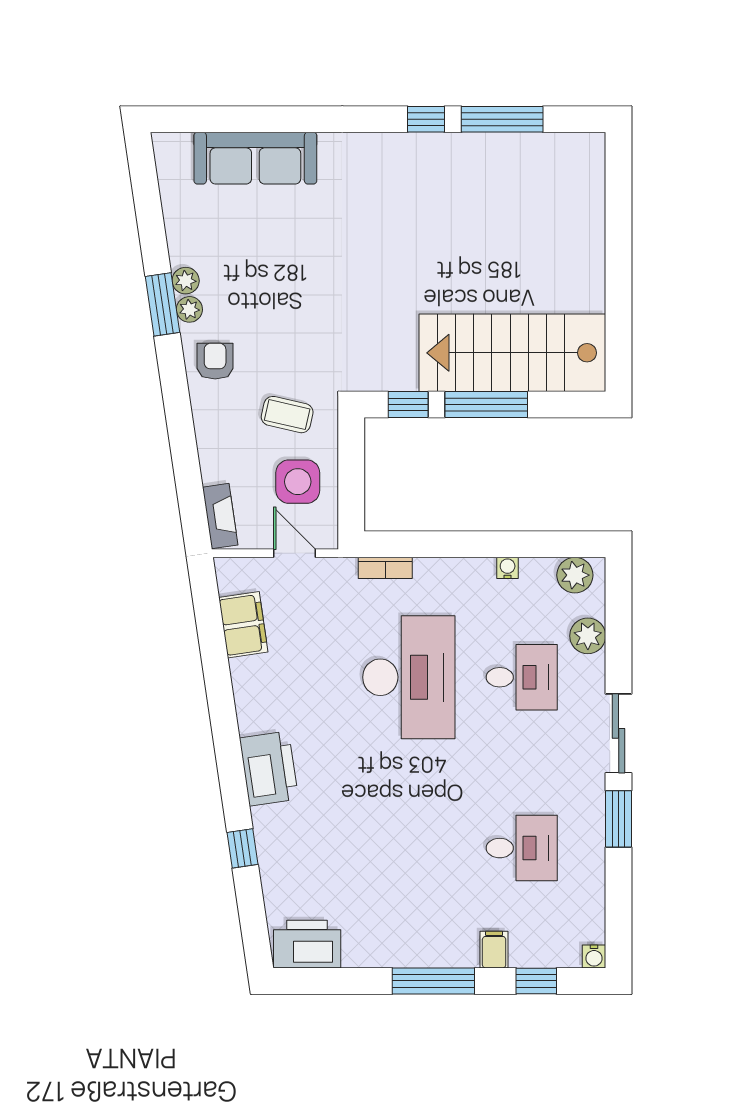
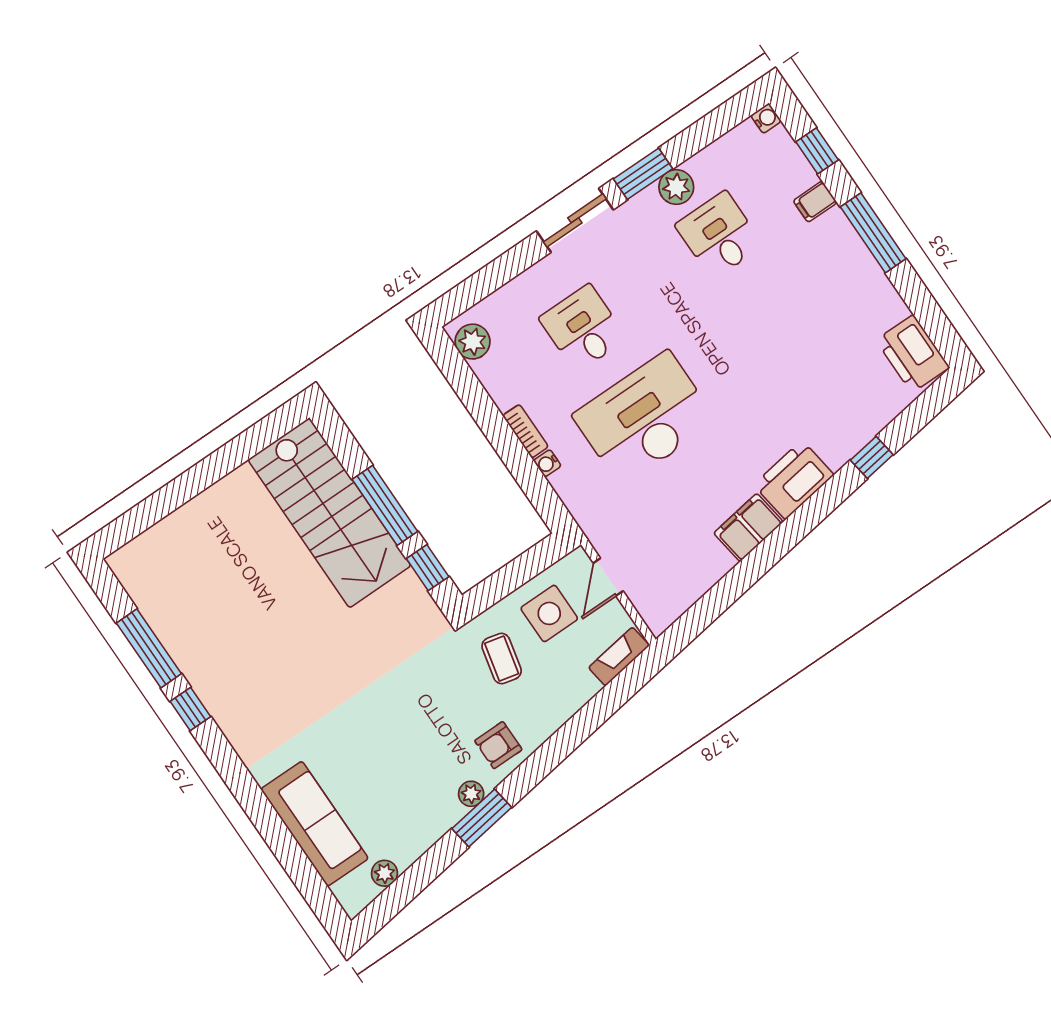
plant: (186, 281) -> (384, 873), moved
bookcase: (385, 568) -> (525, 431), moved
water cooler: (508, 568) -> (547, 463), moved
filing cabinet: (243, 625) -> (748, 528), moved
plant: (588, 636) -> (676, 187), moved

